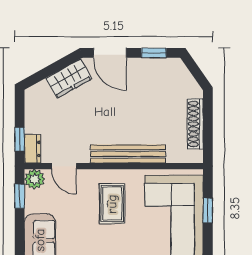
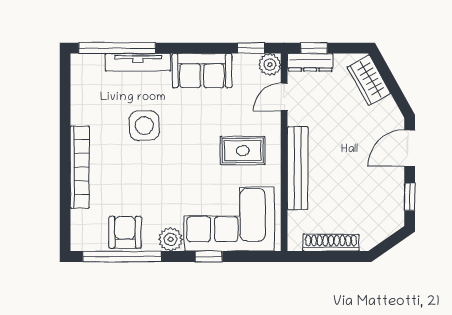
wardrobe: (69, 79) -> (369, 80), moved
dresser: (33, 149) -> (310, 62), width x1.44
window: (208, 210) -> (209, 257), moved

